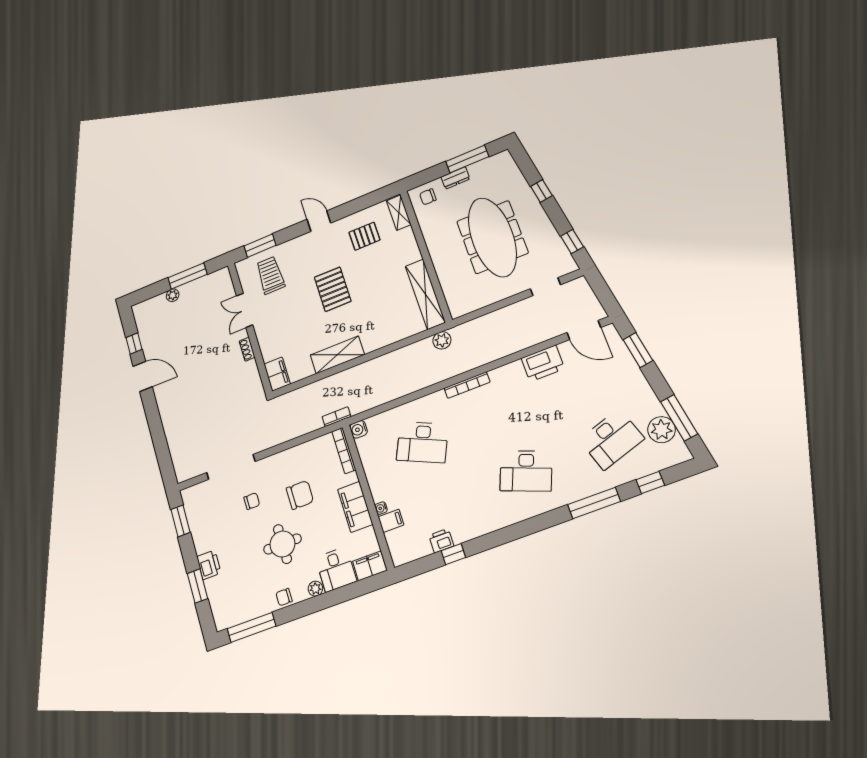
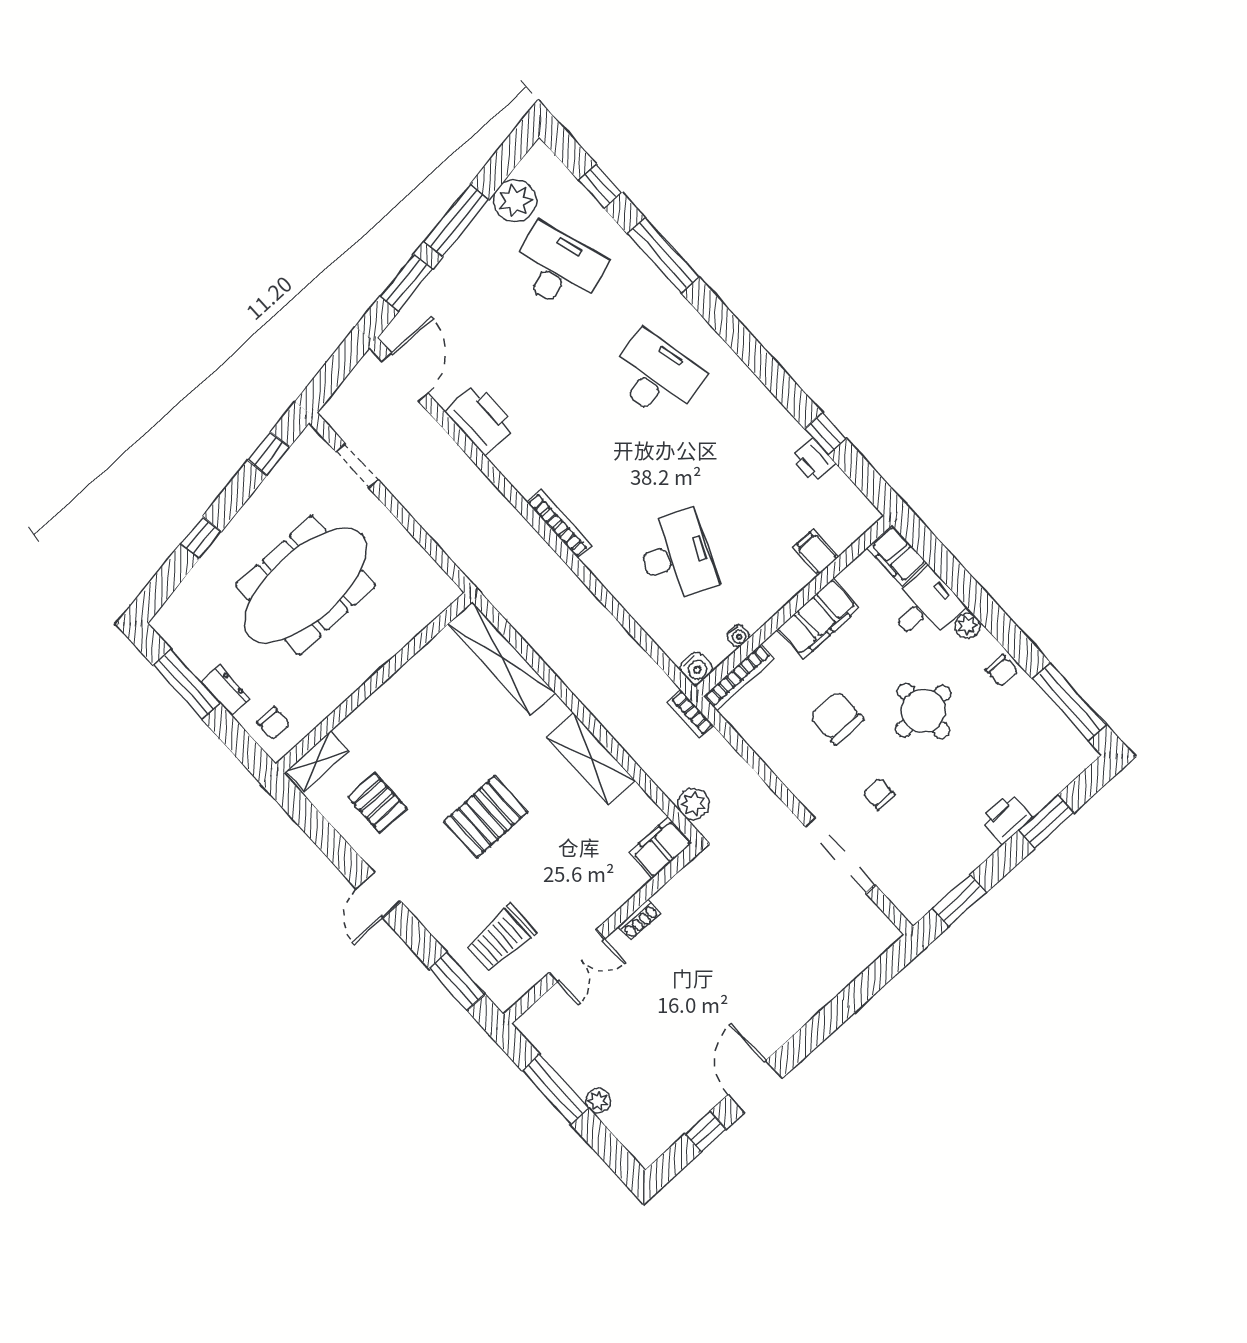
shelving: (425, 294) -> (501, 658), moved, turned 90
plant: (442, 340) -> (694, 804), moved
window: (679, 418) -> (456, 221), moved
desk: (526, 471) -> (656, 376), turned -33
water cooler: (381, 508) -> (738, 636), moved

